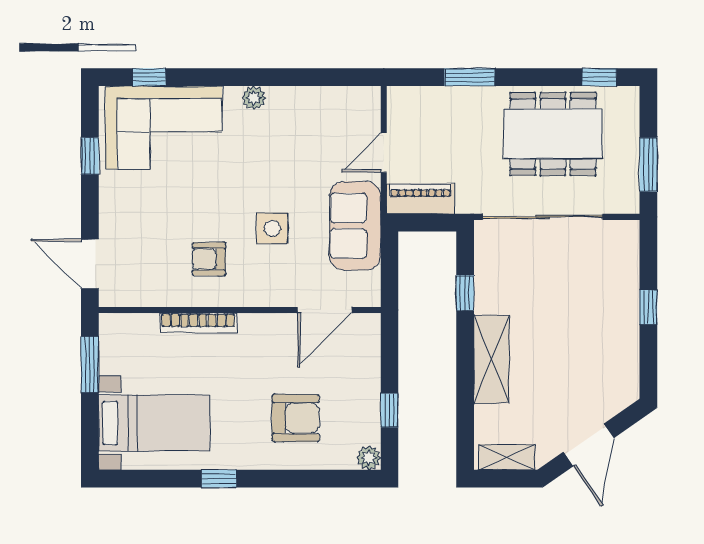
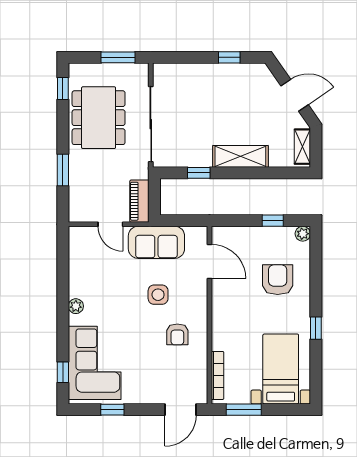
window: (648, 307) -> (229, 57), moved
bookcase: (198, 323) -> (218, 375), moved

